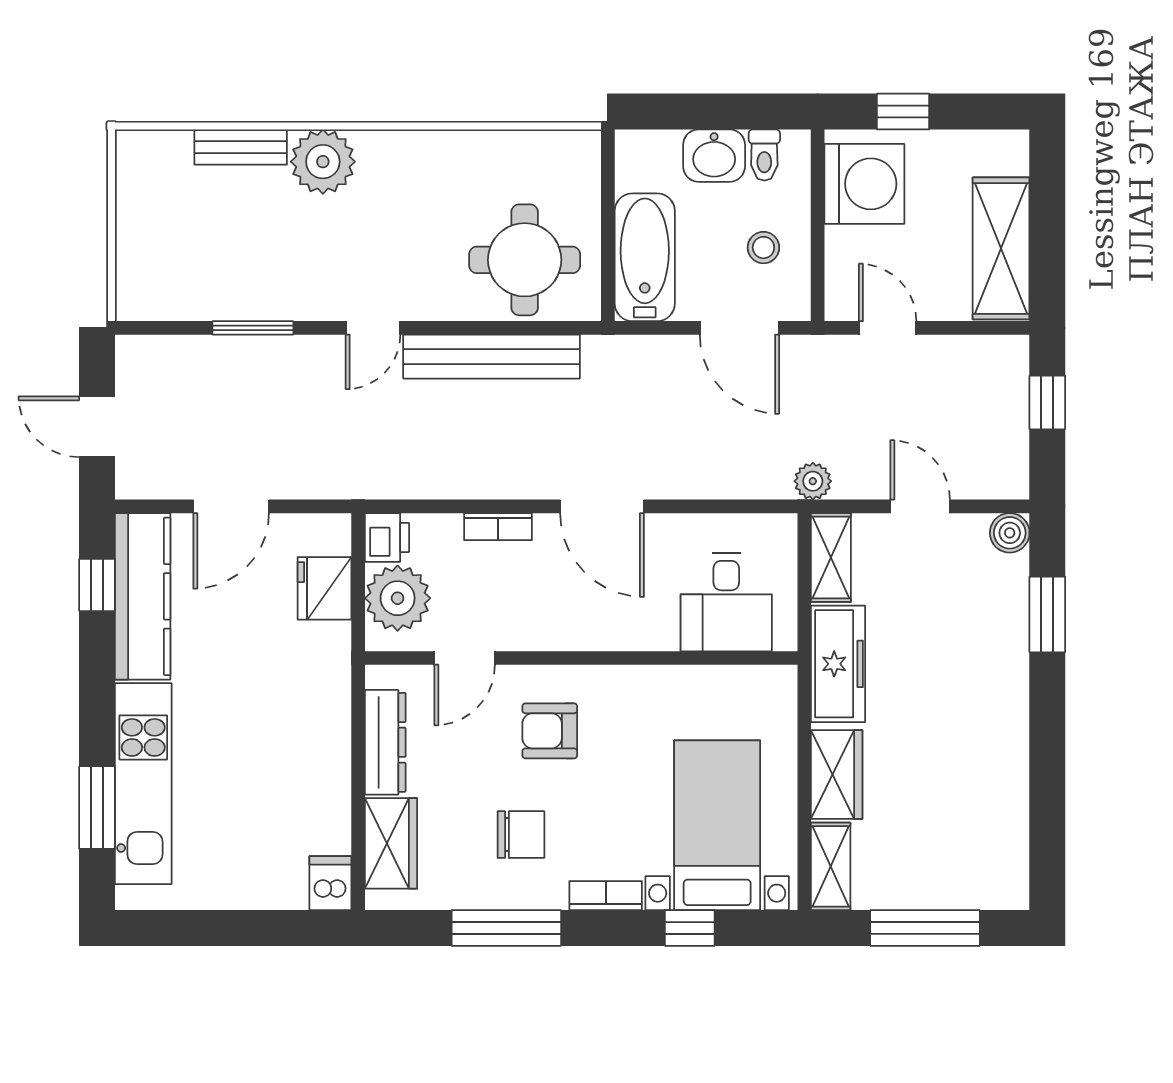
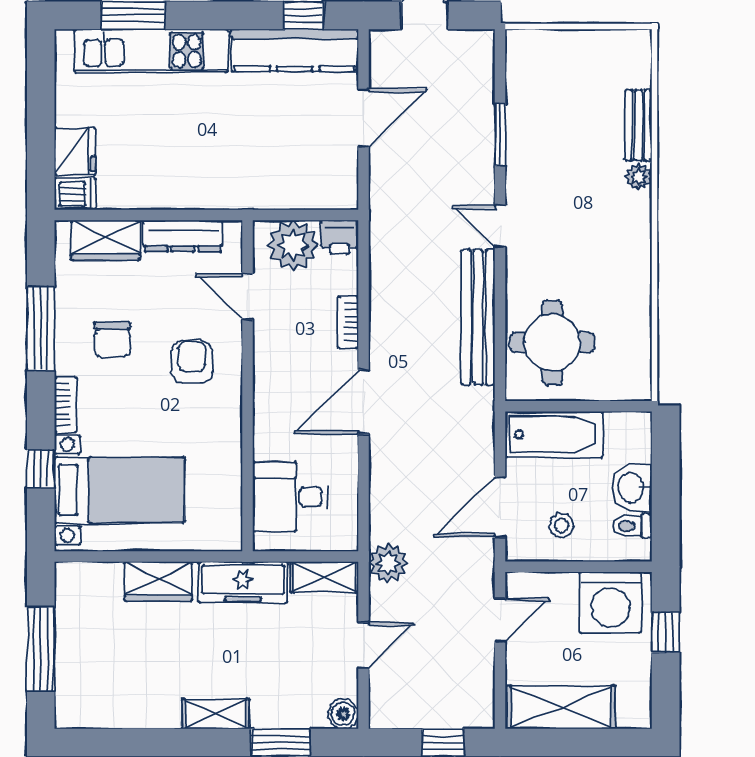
plant: (323, 162) -> (639, 177), width x0.53, depth x0.53
plant: (813, 481) -> (388, 563), width x1.38, depth x1.38
door: (231, 506) -> (363, 118), swing flipped
fridge: (324, 588) -> (75, 151), moved, turned 90
shelving: (831, 866) -> (215, 714), moved

